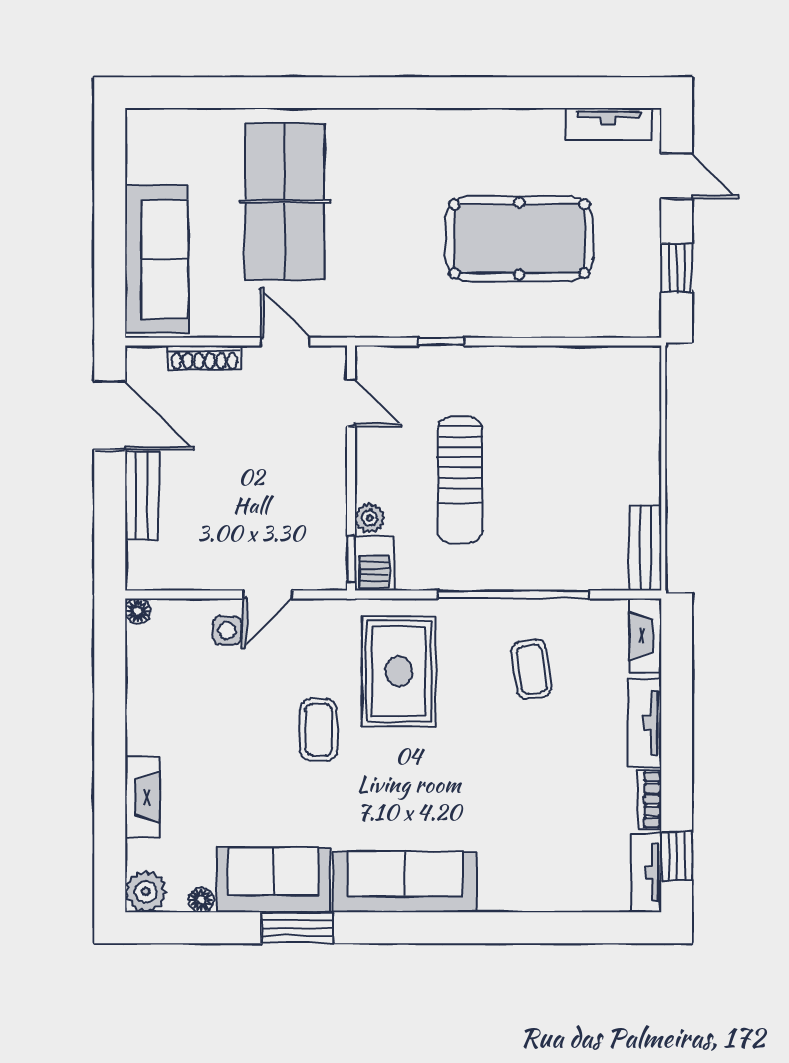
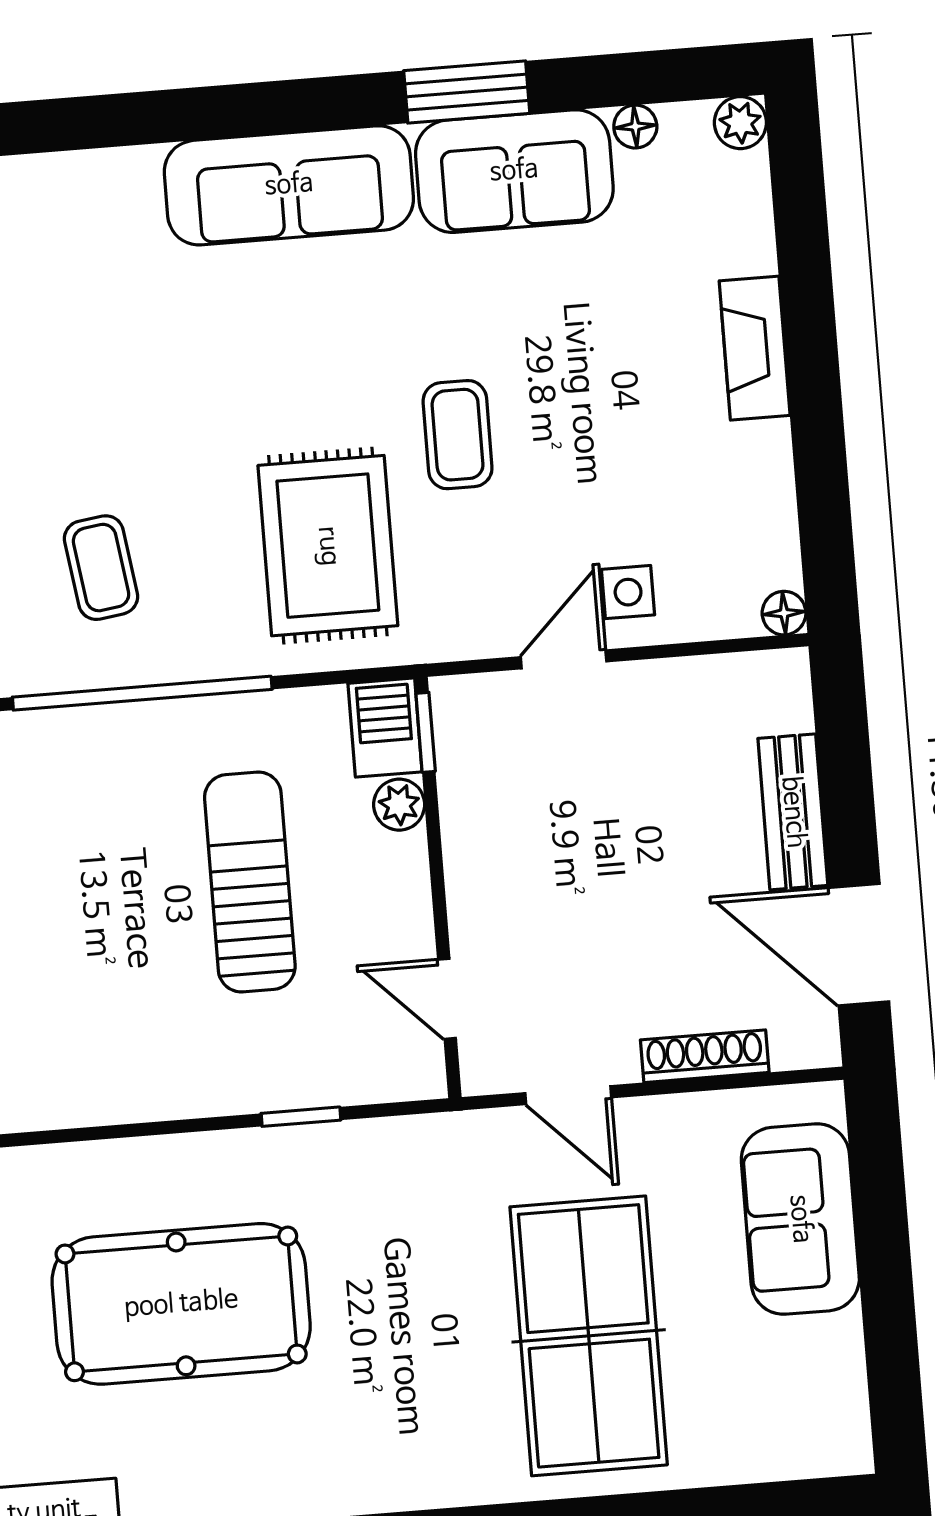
sofa: (157, 259) -> (800, 1219), width x0.73
fireplace: (142, 797) -> (755, 348), moved
plant: (146, 892) -> (740, 123), width x0.73, depth x0.73

